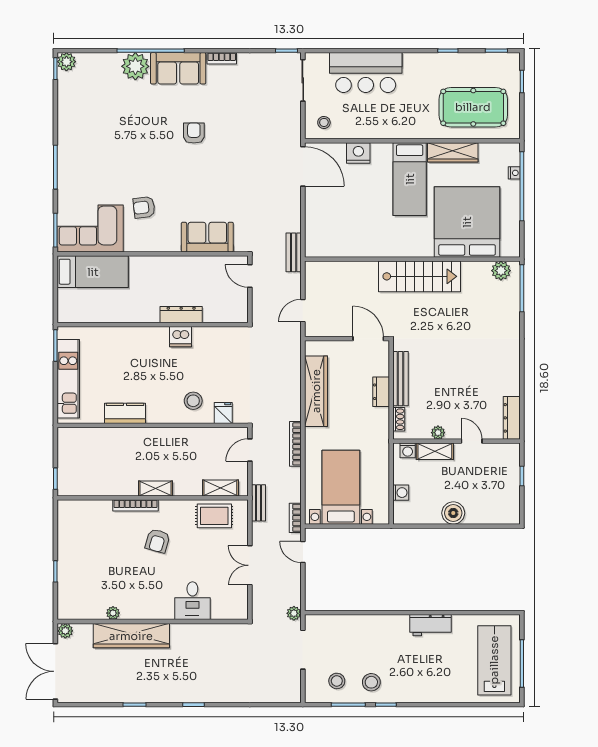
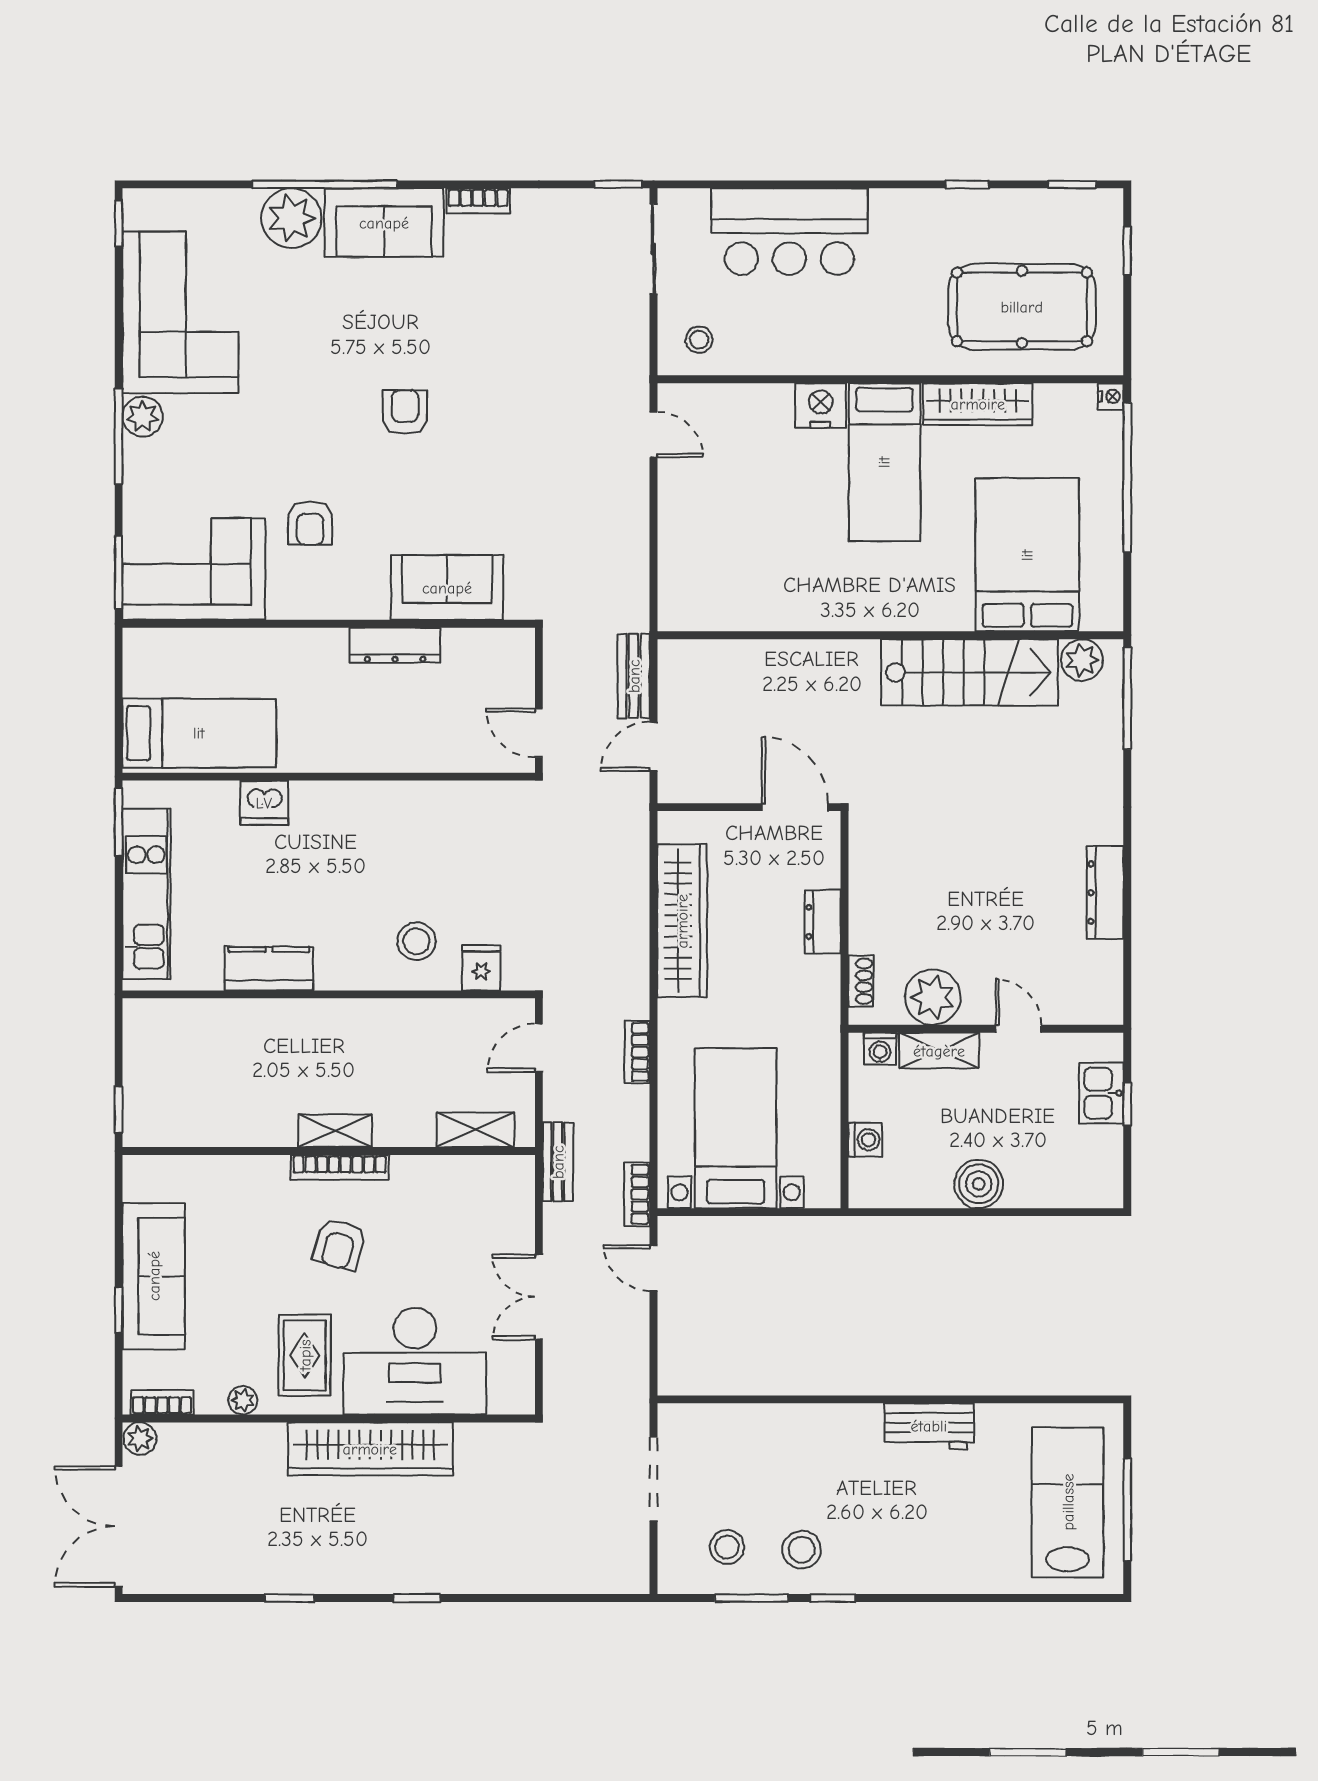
plant: (66, 62) -> (143, 417), moved
corner sofa: (84, 110) -> (180, 312), added
armchair: (194, 133) -> (405, 412), moved
nightstand: (358, 153) -> (821, 406), moved
door: (303, 166) -> (653, 435), width x0.53
nightstand: (514, 173) -> (1111, 396), moved
armchair: (144, 207) -> (310, 523), turned -83
bed: (467, 222) -> (1027, 555), width x0.73
bench: (294, 252) -> (634, 676), moved
bed: (93, 272) -> (199, 733), moved
door: (250, 276) -> (539, 733), moved
stairs: (419, 276) -> (970, 672), moved
dresser: (181, 315) -> (395, 645), moved, turned 180
dishwasher: (181, 337) -> (264, 803), moved
bench: (401, 379) -> (865, 894), removed
dresser: (512, 418) -> (1105, 893), moved
plant: (438, 433) -> (933, 997), width x1.88, depth x1.88
bookcase: (295, 444) -> (637, 1052), width x0.64
kitchen sink: (510, 471) -> (1101, 1093), added
bookcase: (135, 505) -> (340, 1167), moved
rug: (214, 516) -> (305, 1355), moved, turned 90
sofa: (72, 556) -> (154, 1276), added
desk: (192, 601) -> (415, 1361), width x1.87, depth x1.30
plant: (294, 613) -> (634, 1401), removed
bookcase: (76, 614) -> (162, 1402), added
wardrobe: (131, 636) -> (370, 1449), moved

